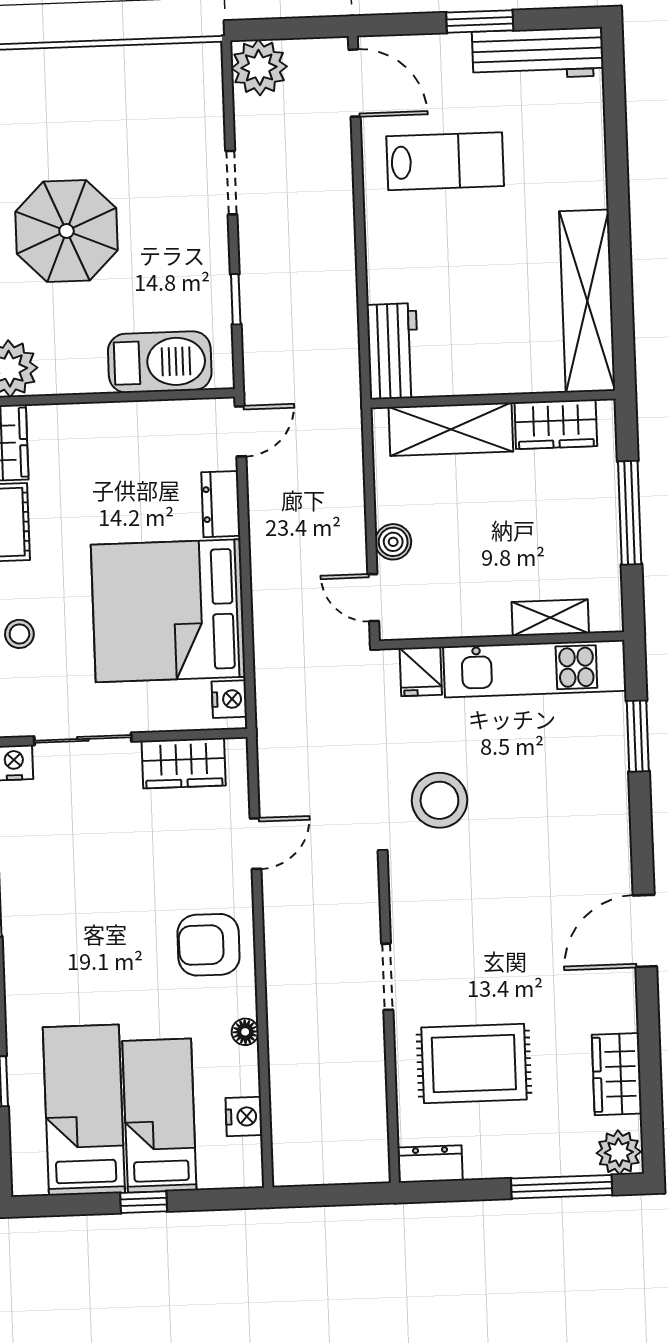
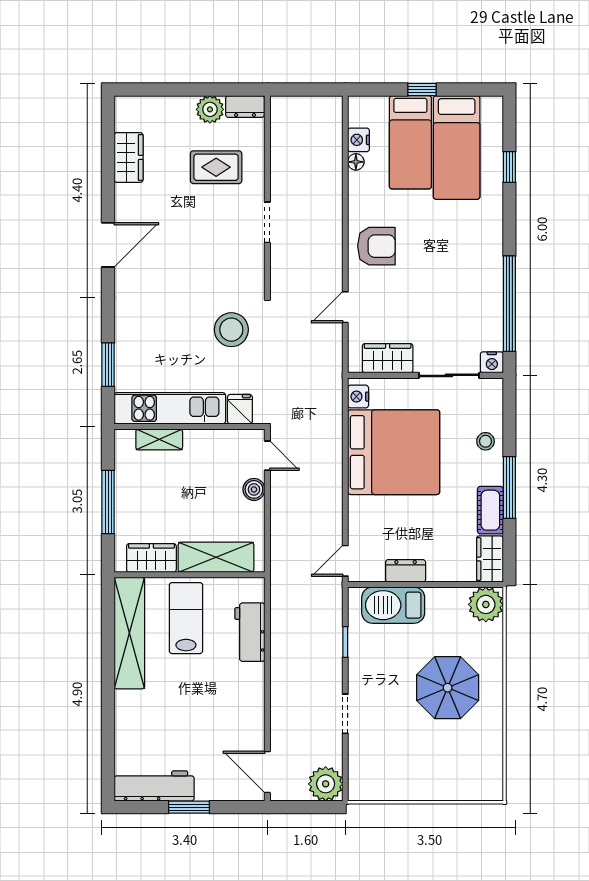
lab bench: (445, 161) -> (186, 618), moved, turned 90
workbench: (393, 351) -> (250, 632), moved
dresser: (221, 504) -> (406, 571), moved, turned -90
floor lamp: (245, 1032) -> (356, 162), moved
rug: (474, 1064) -> (216, 167), width x0.73, depth x0.70
plant: (619, 1152) -> (210, 109), moved
window: (562, 1187) -> (165, 90), removed

